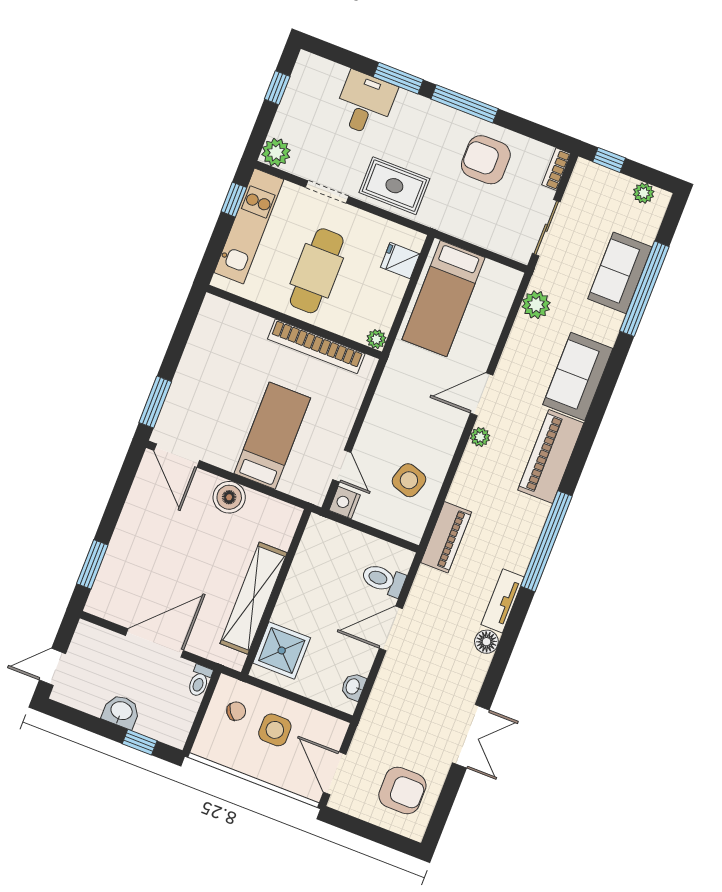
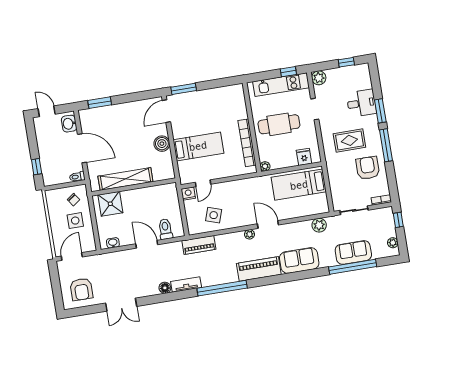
rug: (394, 186) -> (349, 140), moved, turned 90
washbasin: (121, 711) -> (69, 124), moved, turned 180

